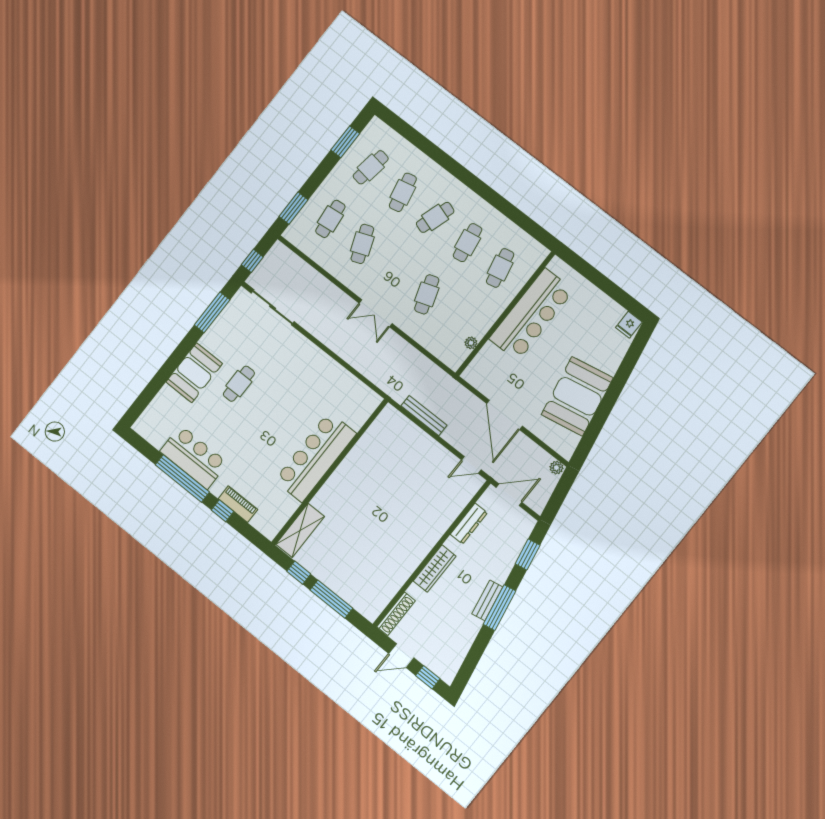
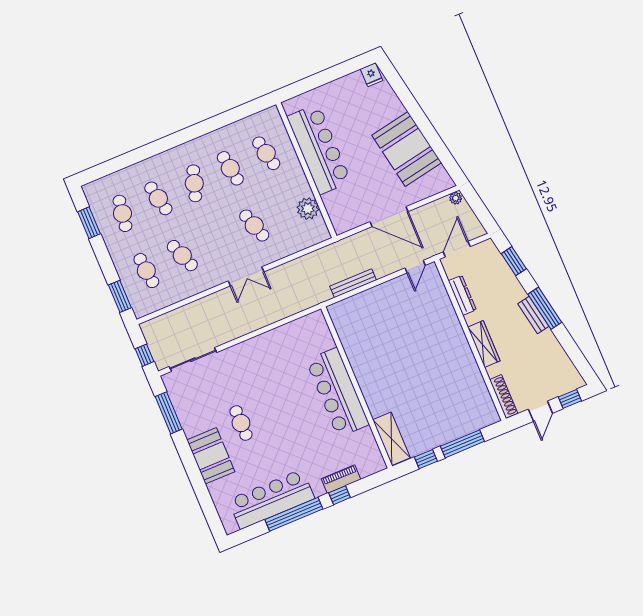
plant: (471, 343) -> (308, 209), width x1.88, depth x1.88
bar counter: (194, 457) -> (271, 499), width x1.36

